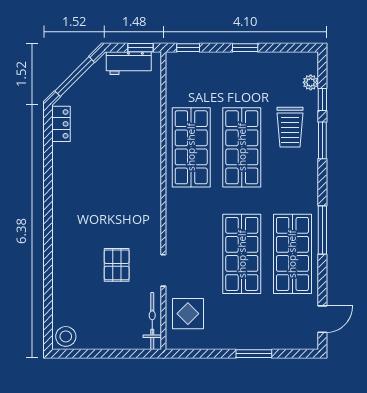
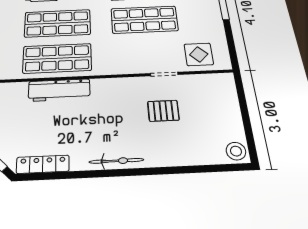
locker: (61, 124) -> (43, 164), width x1.53
workbench: (148, 150) -> (59, 90), added
bicycle: (152, 321) -> (116, 161), moved, turned 180

